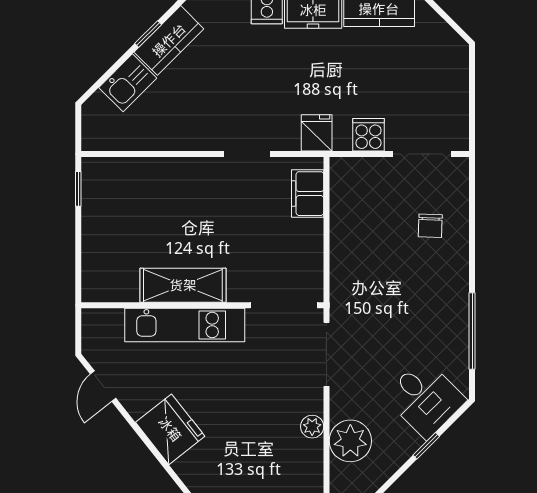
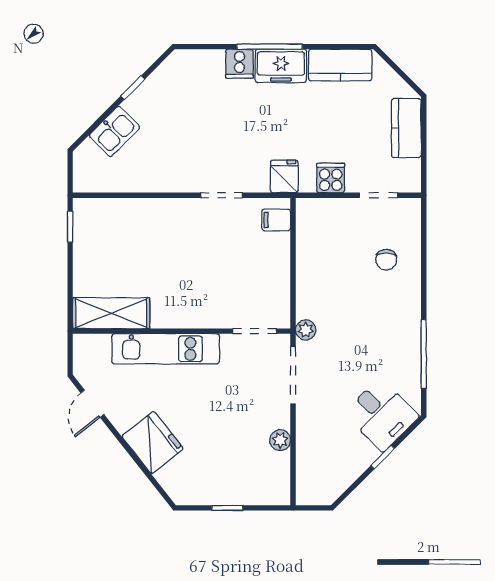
kitchen counter: (169, 40) -> (406, 128), moved, turned 135
doorway: (422, 154) -> (379, 195), width x0.73
filing cabinet: (308, 194) -> (276, 220), width x0.50
shelving: (183, 285) -> (111, 313), moved
doorway: (284, 305) -> (255, 331), width x0.73
plant: (350, 441) -> (306, 330), moved, width x0.53, depth x0.53

